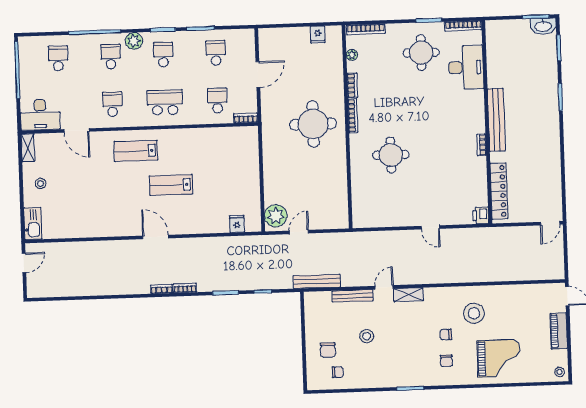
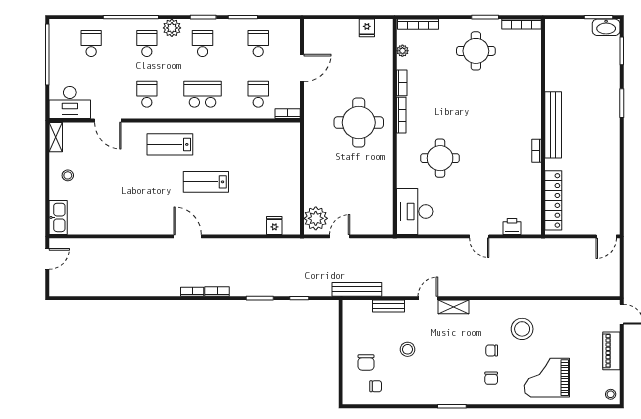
desk: (466, 67) -> (415, 211), moved, turned 180
printer: (481, 215) -> (512, 226), moved, turned 90
bench: (353, 296) -> (388, 306), width x0.73
grand piano: (499, 358) -> (547, 378), turned 180

